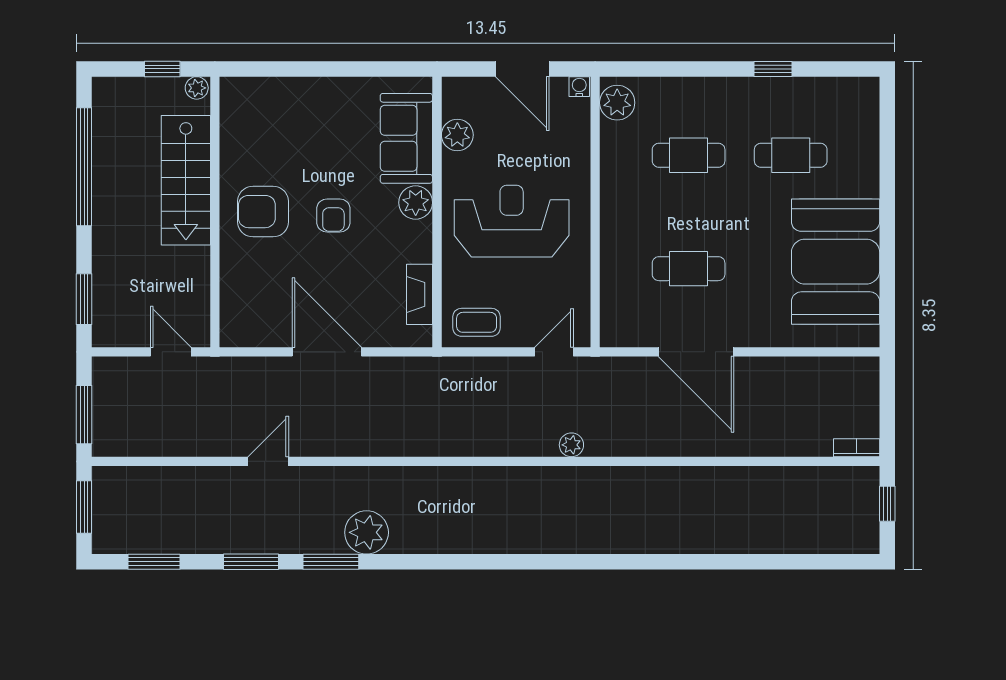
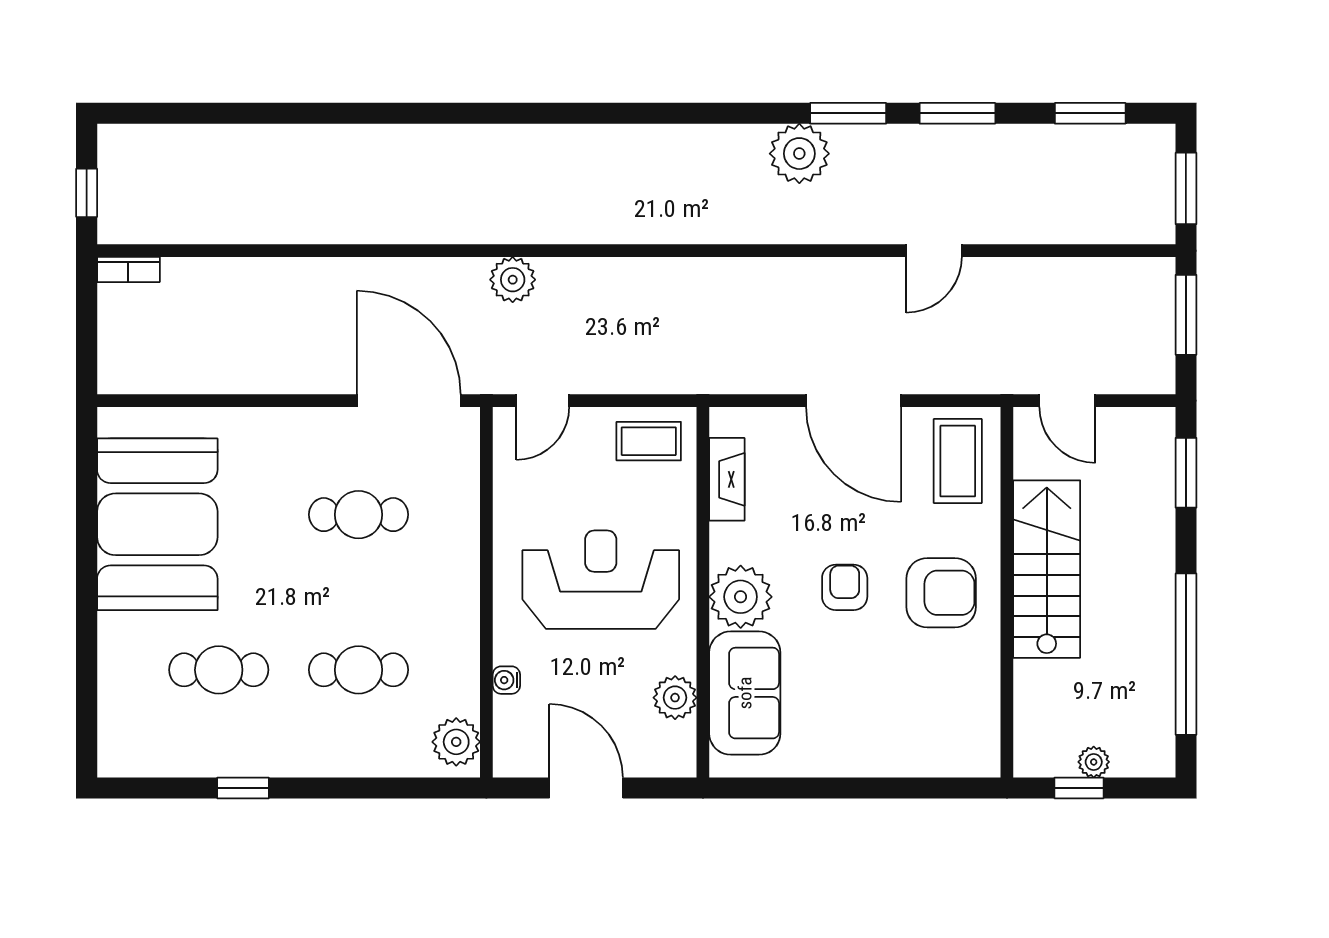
water cooler: (579, 87) -> (506, 680), moved, turned 90
plant: (197, 88) -> (1094, 762), moved
stairs: (186, 180) -> (1047, 569), moved
plant: (416, 203) -> (741, 597), width x1.36, depth x1.36
reception desk: (512, 221) -> (601, 580), turned 180
coffee table: (251, 308) -> (958, 461), added
door: (696, 352) -> (409, 401), moved
plant: (571, 445) -> (513, 280), width x1.38, depth x1.38

